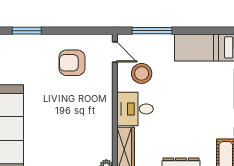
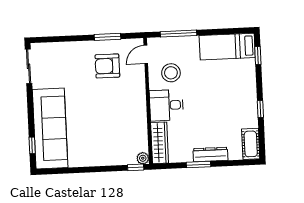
window: (27, 31) -> (108, 37), moved
door: (115, 52) -> (146, 54), swing flipped

